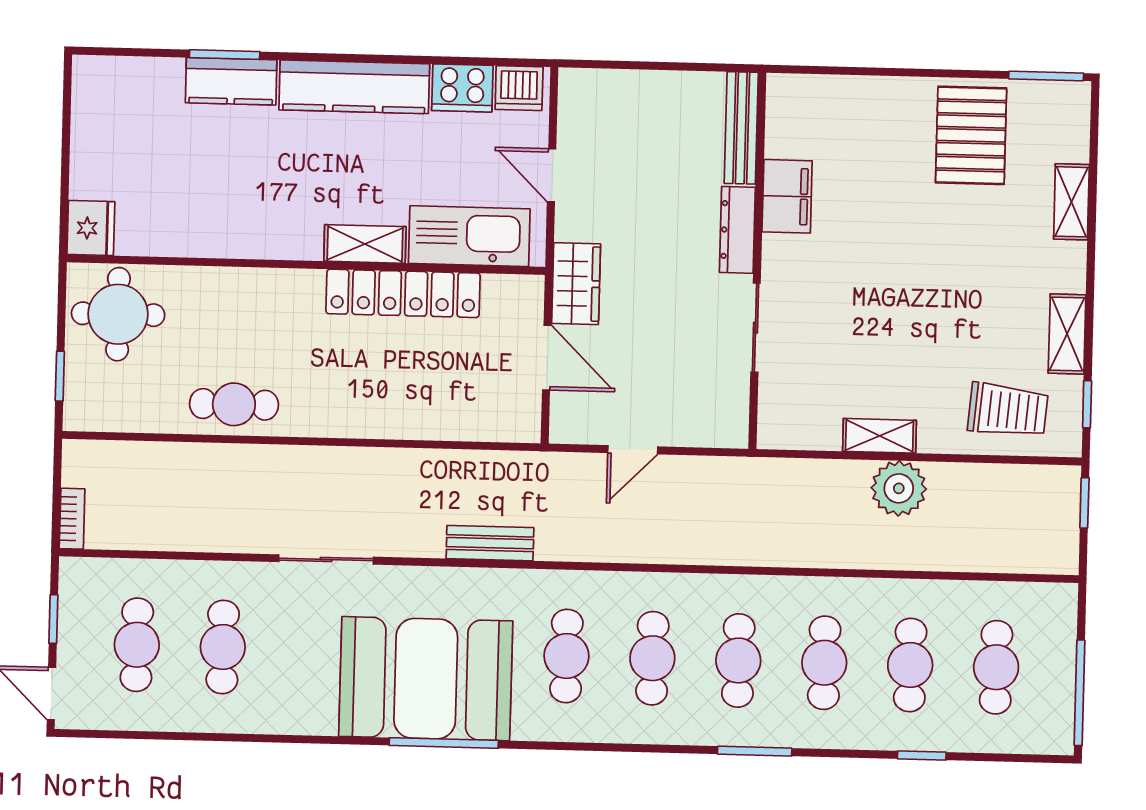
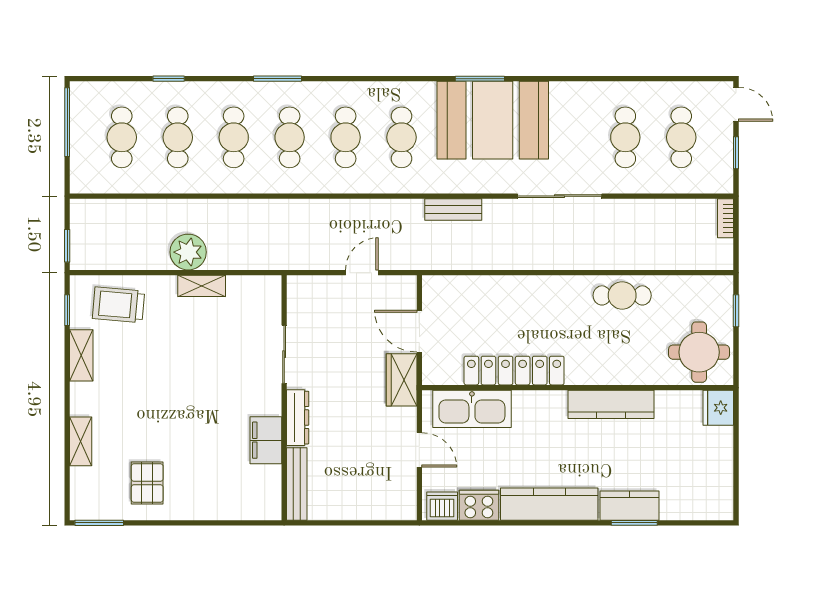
pallet: (971, 135) -> (147, 483), width x0.67, depth x0.71
kitchen counter: (255, 237) -> (611, 404), added
shelving: (365, 244) -> (540, 402), removed
sliding door: (326, 559) -> (560, 196), width x1.37
window: (444, 743) -> (480, 79), width x0.69

